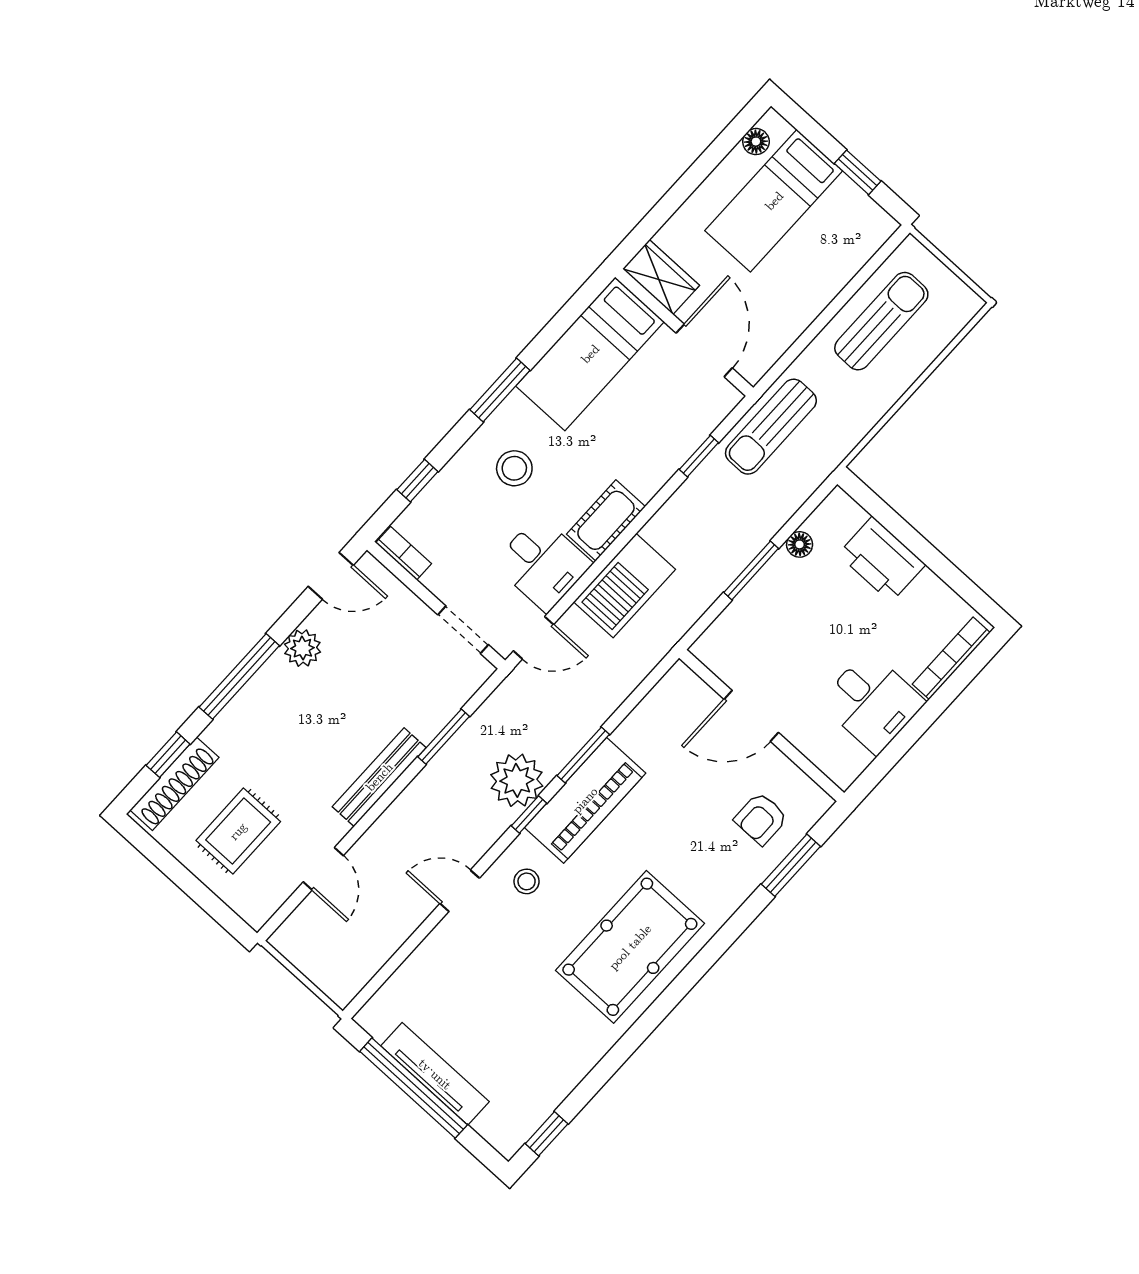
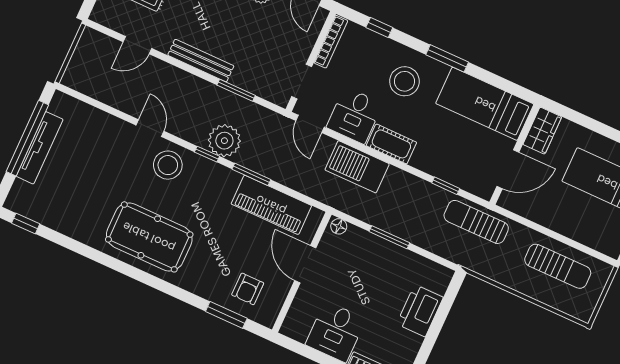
stool: (514, 468) -> (404, 81), width x1.38, depth x1.38
floor lamp: (800, 544) -> (339, 226), moved
bookcase: (404, 553) -> (331, 42), width x1.56
piano: (585, 800) -> (271, 205), moved
armchair: (761, 819) -> (248, 289), turned -90
stool: (527, 881) -> (168, 165), width x1.89, depth x1.89

